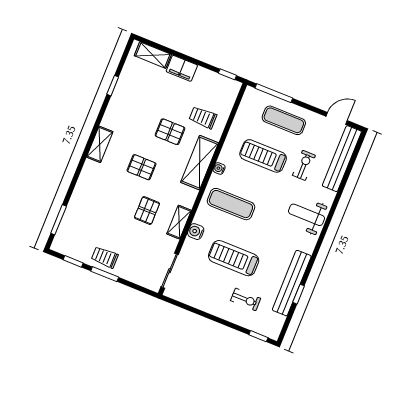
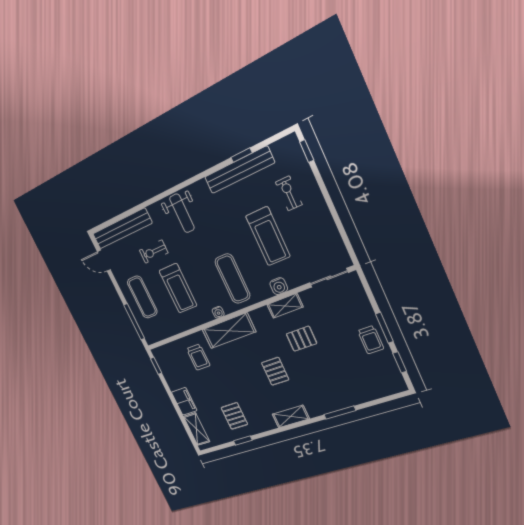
pallet: (170, 132) -> (234, 416), moved
window: (59, 220) -> (340, 413), moved

